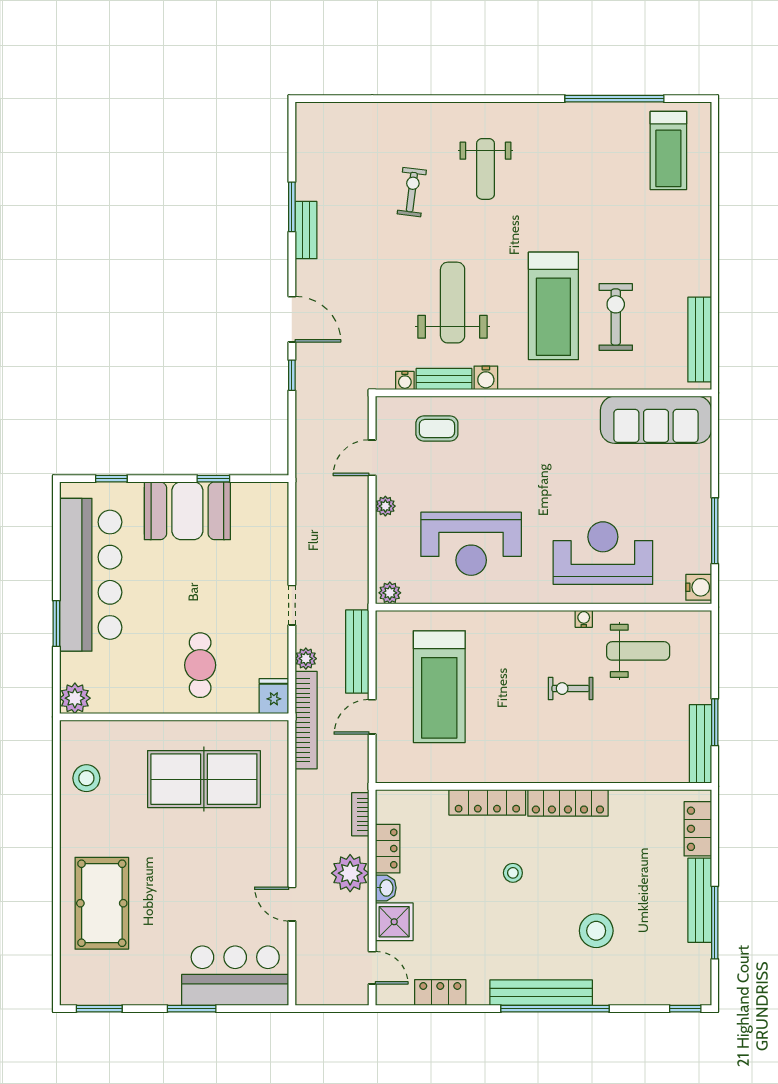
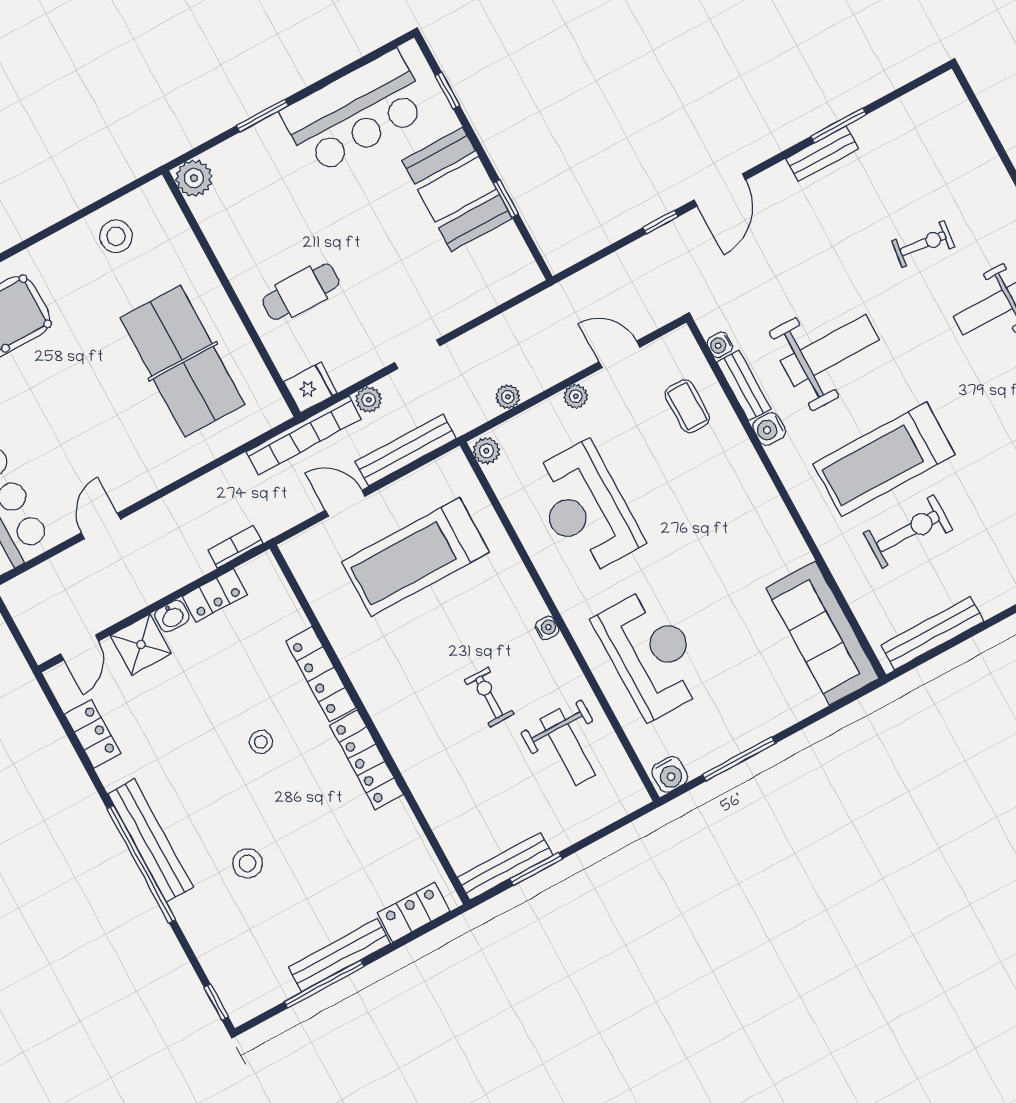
bar counter: (91, 575) -> (355, 112), width x0.73
water cooler: (584, 619) -> (547, 628), moved
plant: (350, 873) -> (508, 397), moved, width x0.53, depth x0.53
stool: (596, 931) -> (247, 863), width x0.73, depth x0.73

